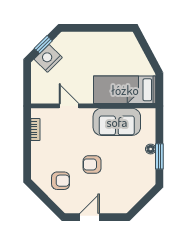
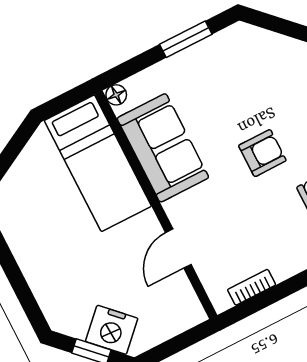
floor lamp: (151, 149) -> (116, 95), moved
armchair: (92, 164) -> (262, 153), turned -90

